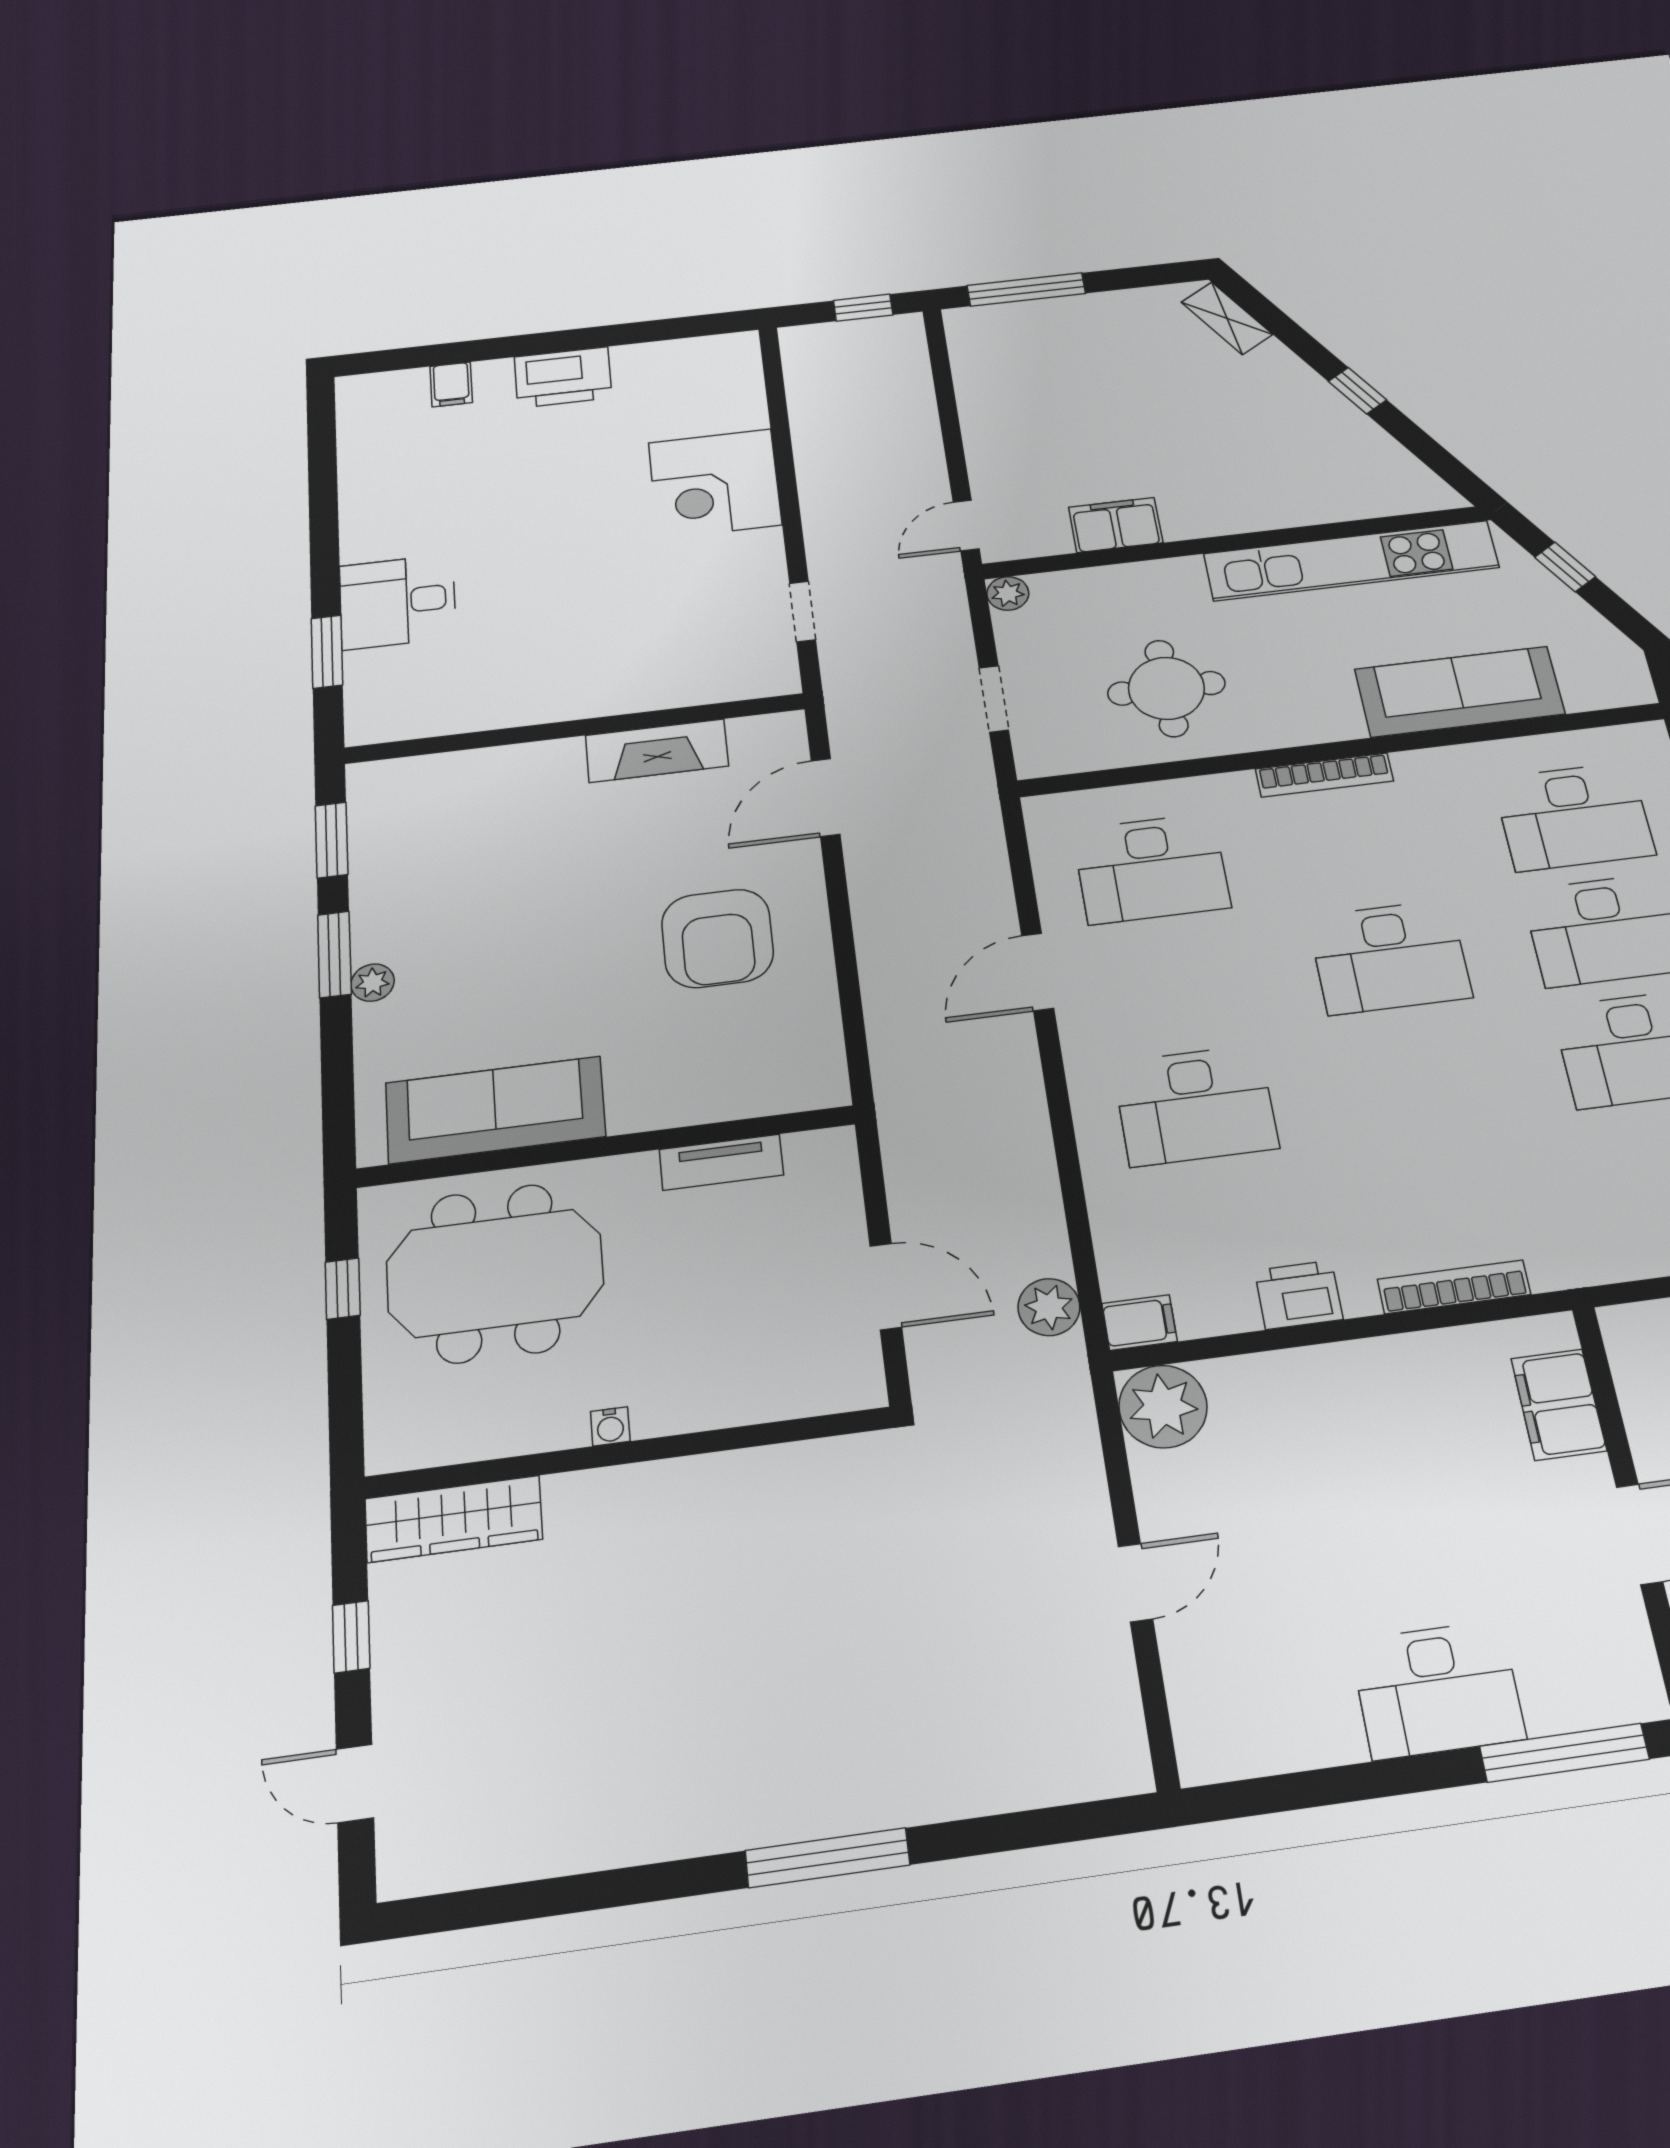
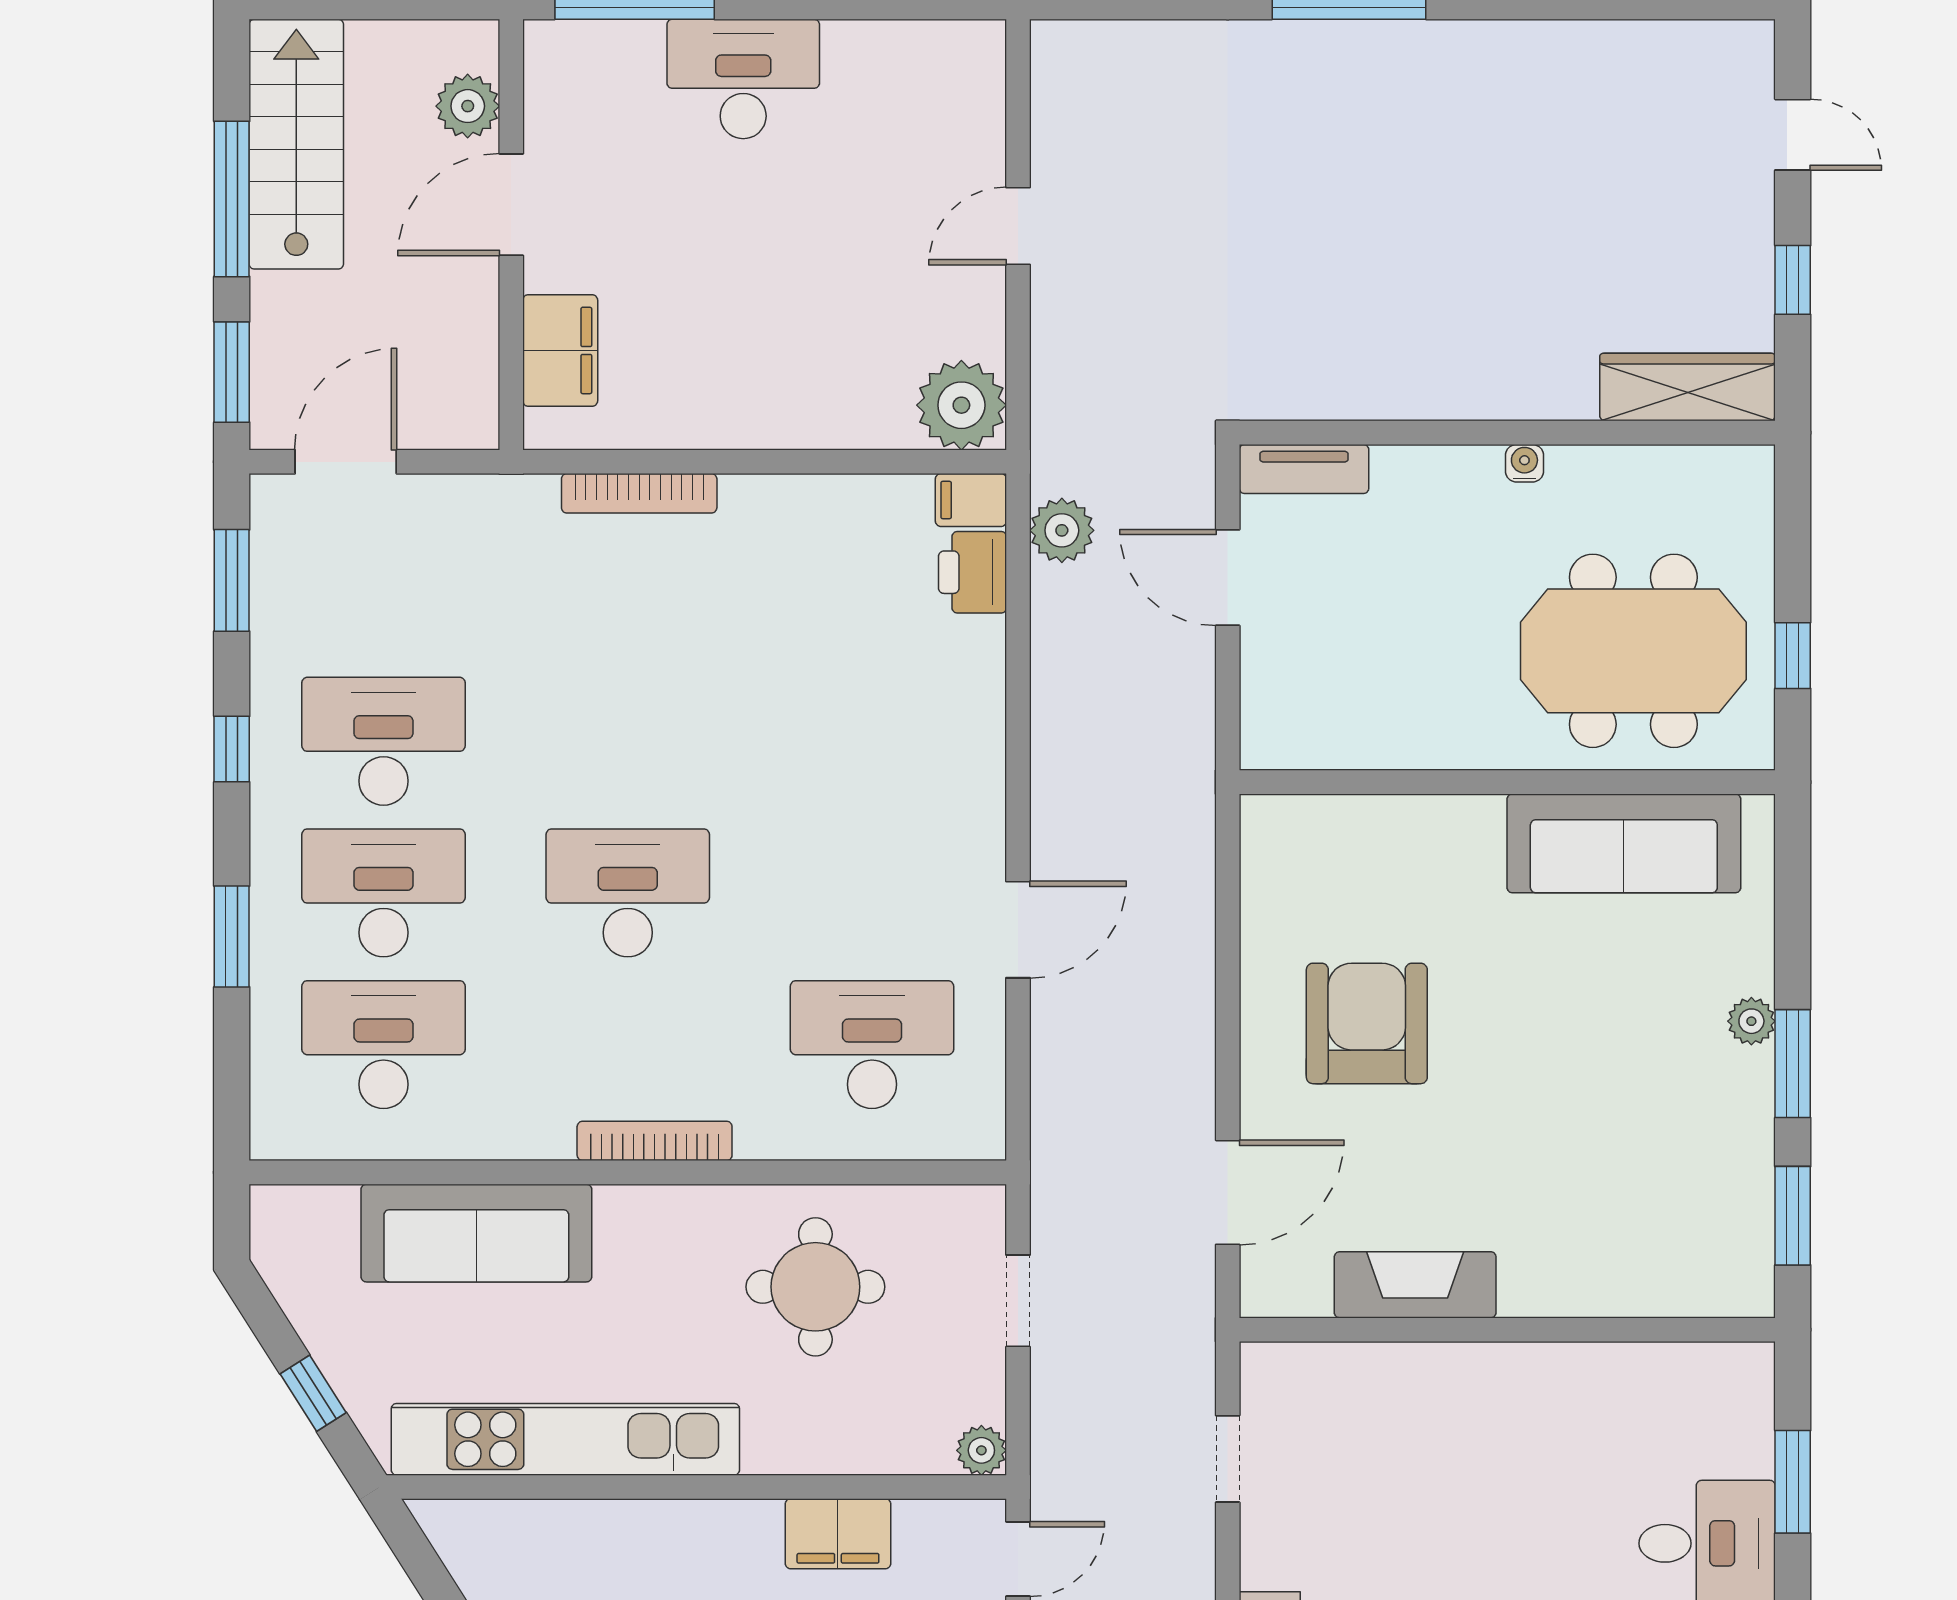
desk: (1195, 1105) -> (872, 741), removed
tv unit: (721, 1162) -> (1304, 469), moved, turned 180
printer: (1299, 1295) -> (972, 572), moved, turned 90

